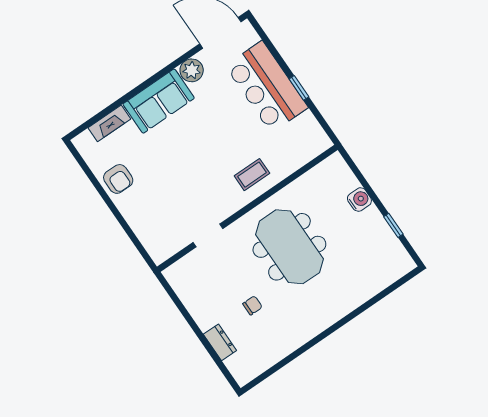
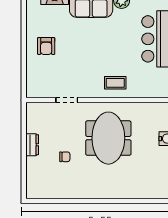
armchair: (118, 179) -> (46, 46), moved
dresser: (220, 342) -> (32, 145), moved

